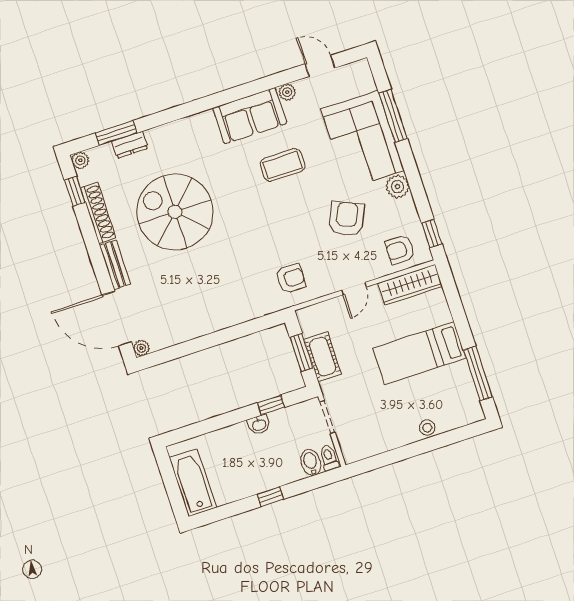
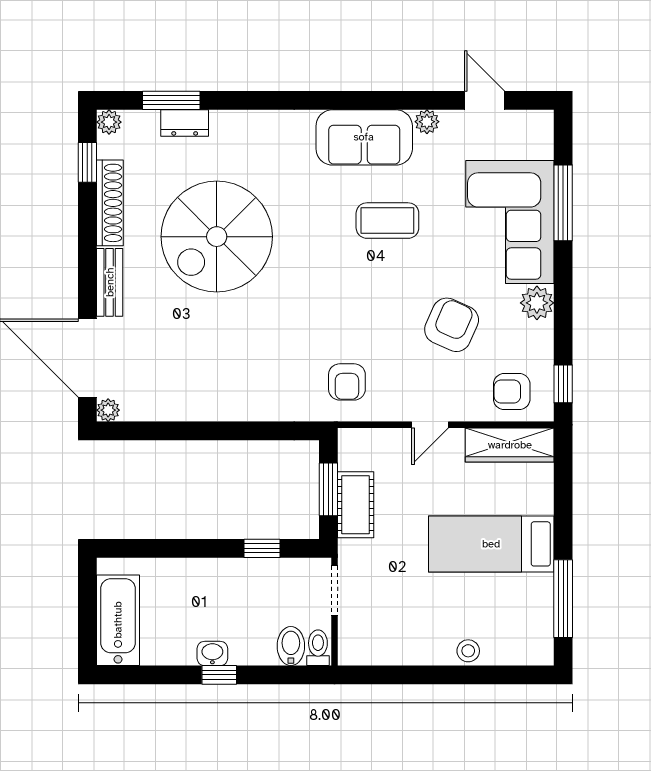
spiral stairs: (175, 212) -> (217, 237), turned -90
armchair: (291, 279) -> (347, 382), turned 90
washbasin: (259, 425) -> (212, 653), moved, turned 180

